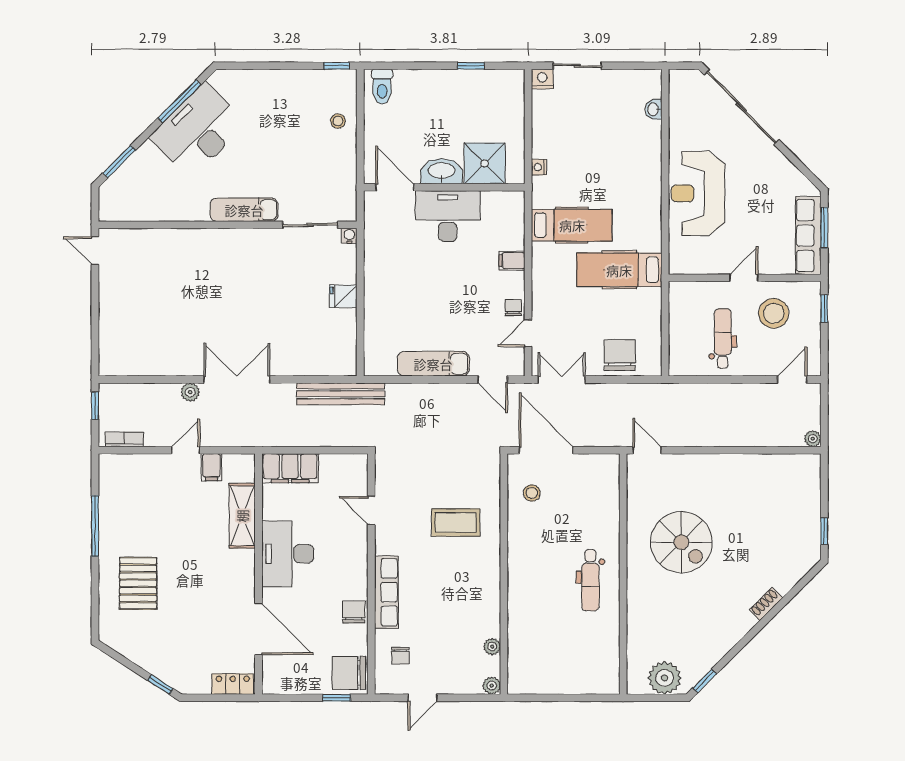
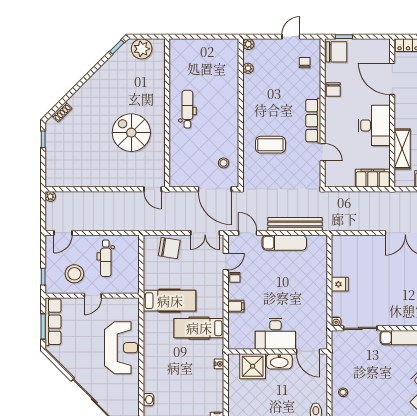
chair: (620, 355) -> (169, 248), turned -81
bench: (341, 394) -> (295, 224), moved
row of seats: (386, 592) -> (313, 121), moved
shoe rack: (766, 604) -> (62, 112), moved

